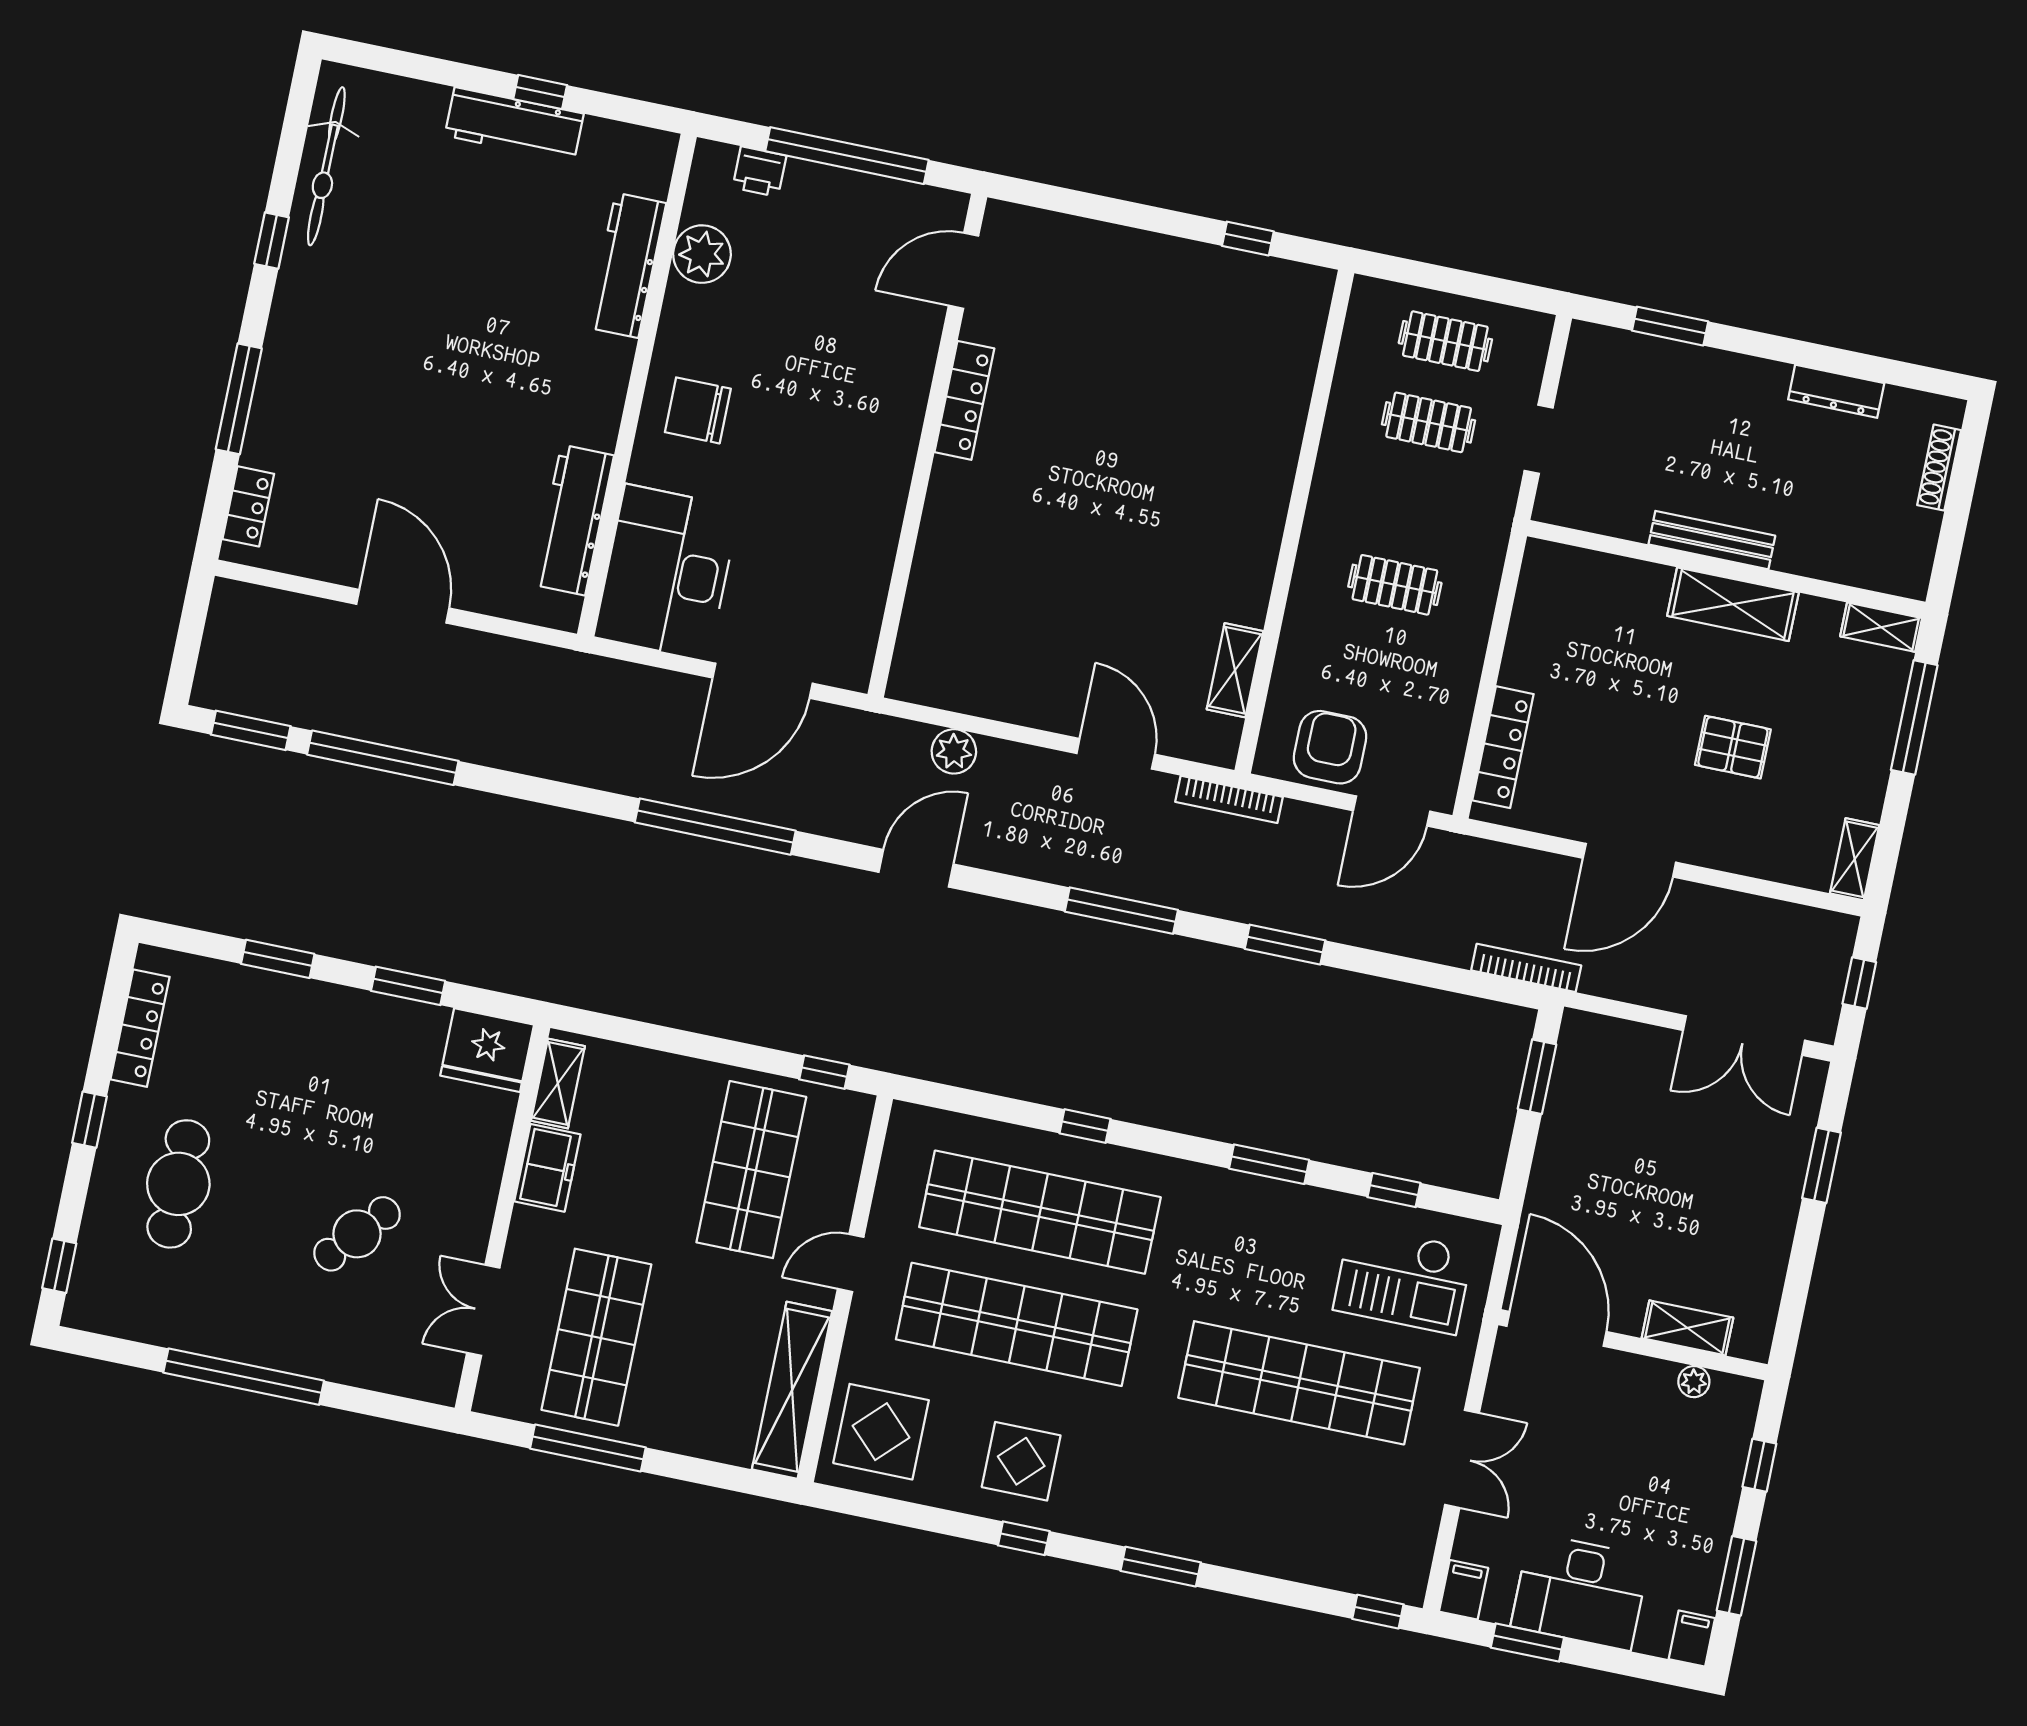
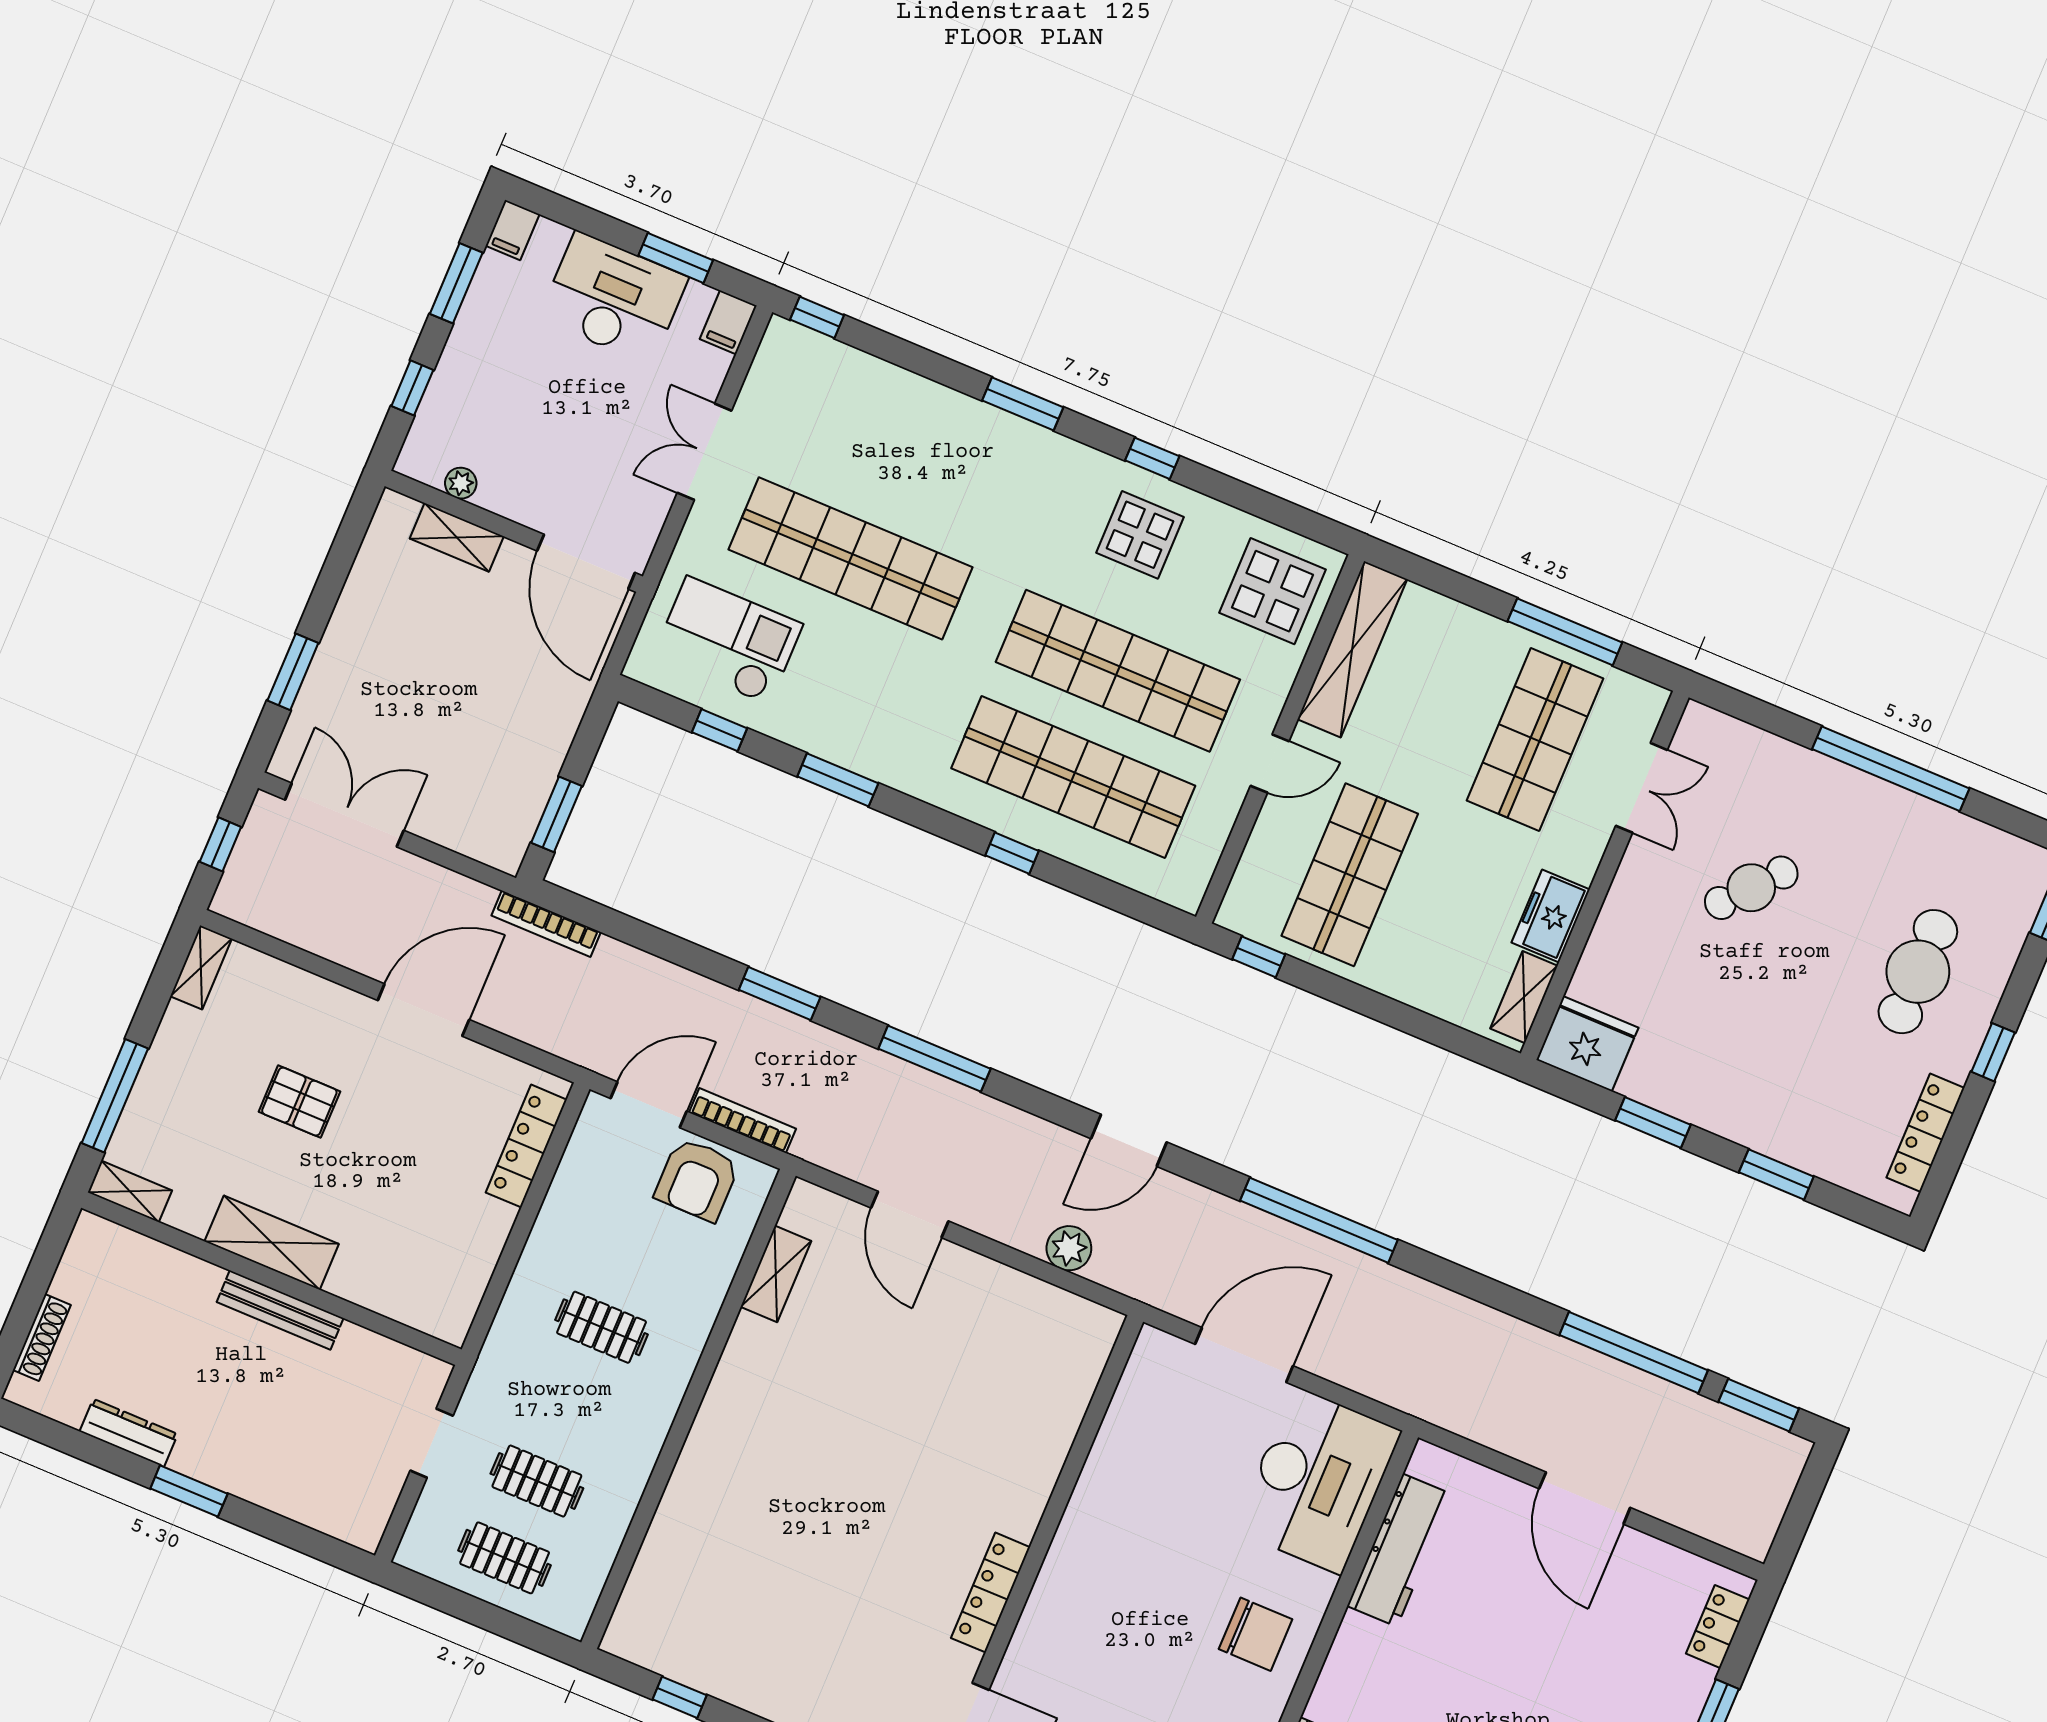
window: (1670, 326) -> (189, 1491), moved
bookcase: (1229, 799) -> (742, 1121), moved

